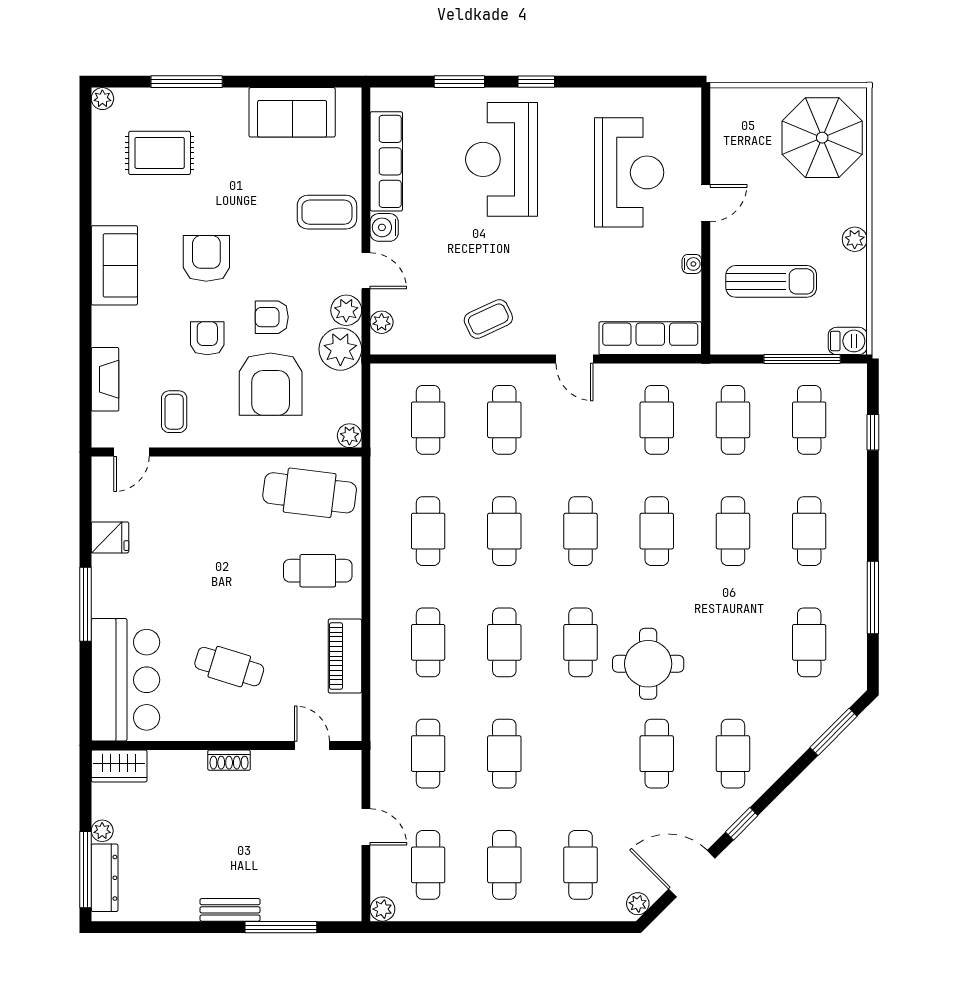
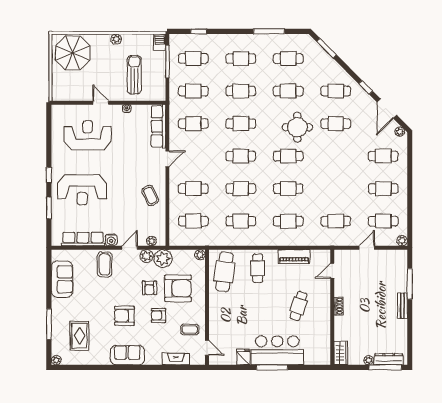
bar counter: (125, 680) -> (277, 350), moved
cafe table: (504, 754) -> (288, 91), moved

